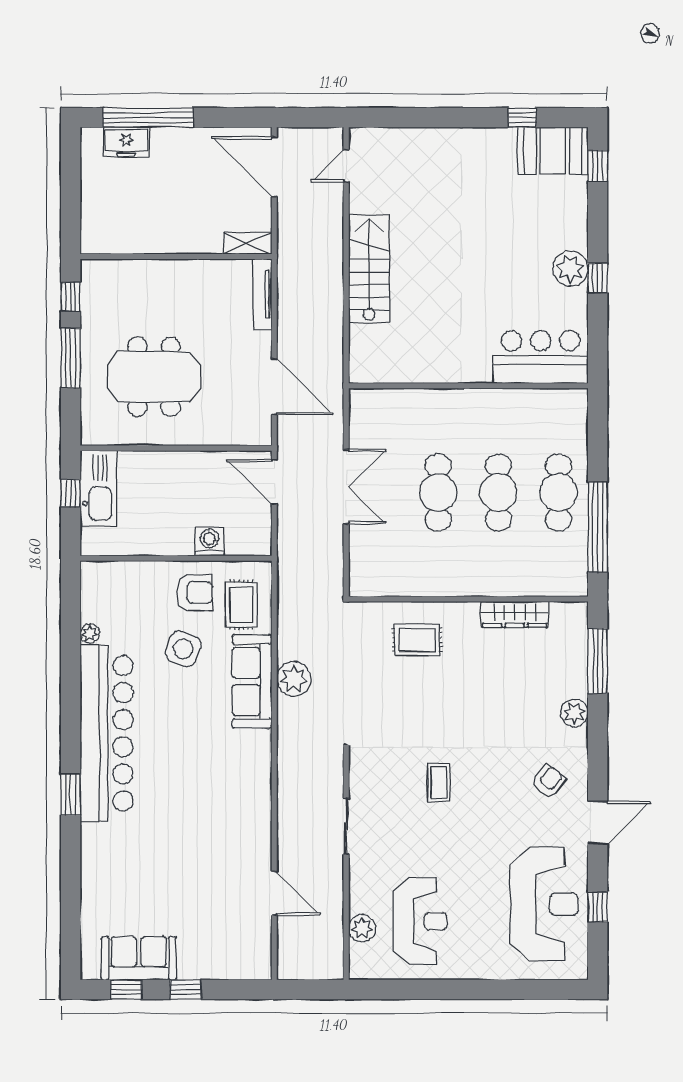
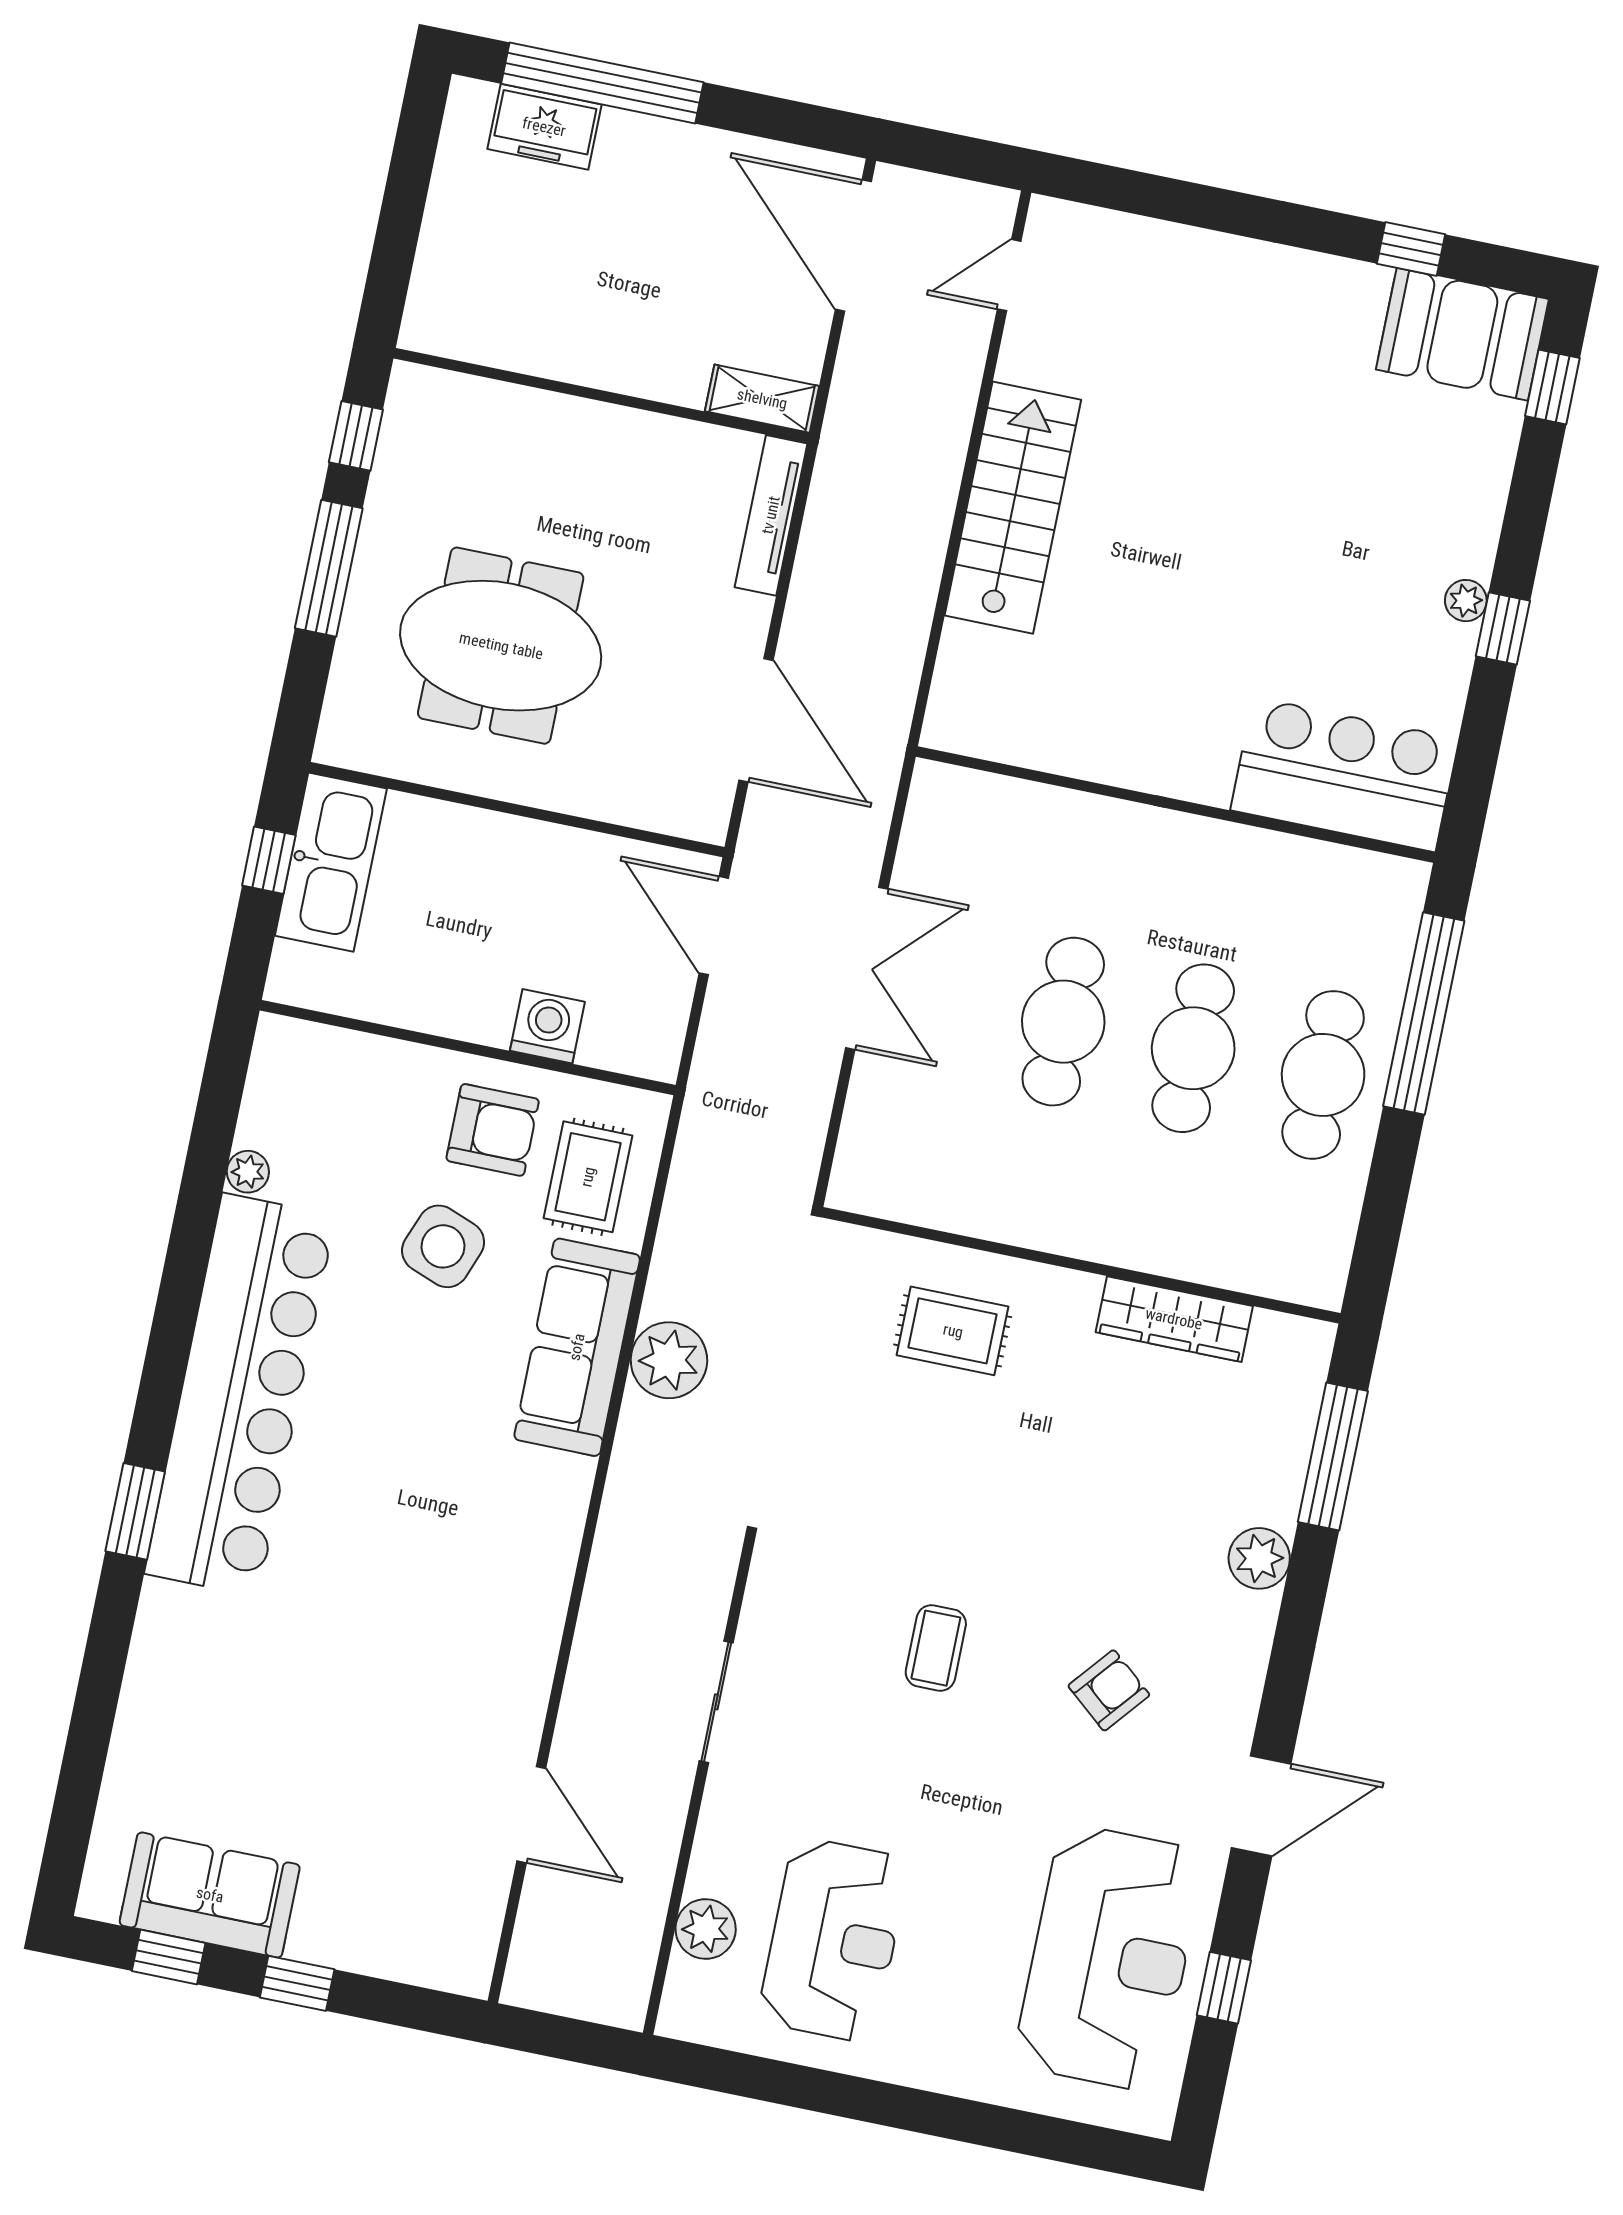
plant: (570, 269) -> (1466, 601), width x0.53, depth x0.53
window: (598, 527) -> (1424, 1014), moved
armchair: (549, 781) -> (1109, 1690), moved

